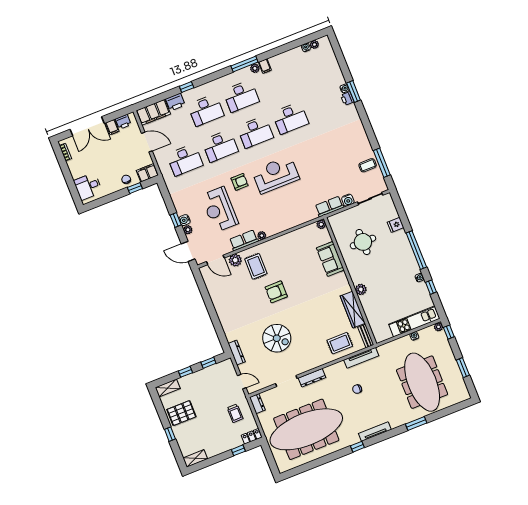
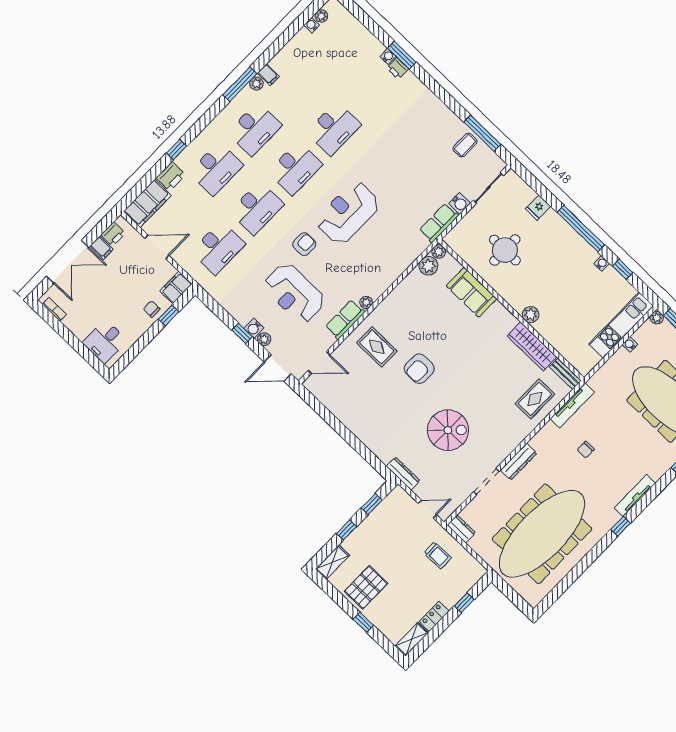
plant: (235, 260) -> (428, 266), moved
locker: (252, 436) -> (434, 616), moved

